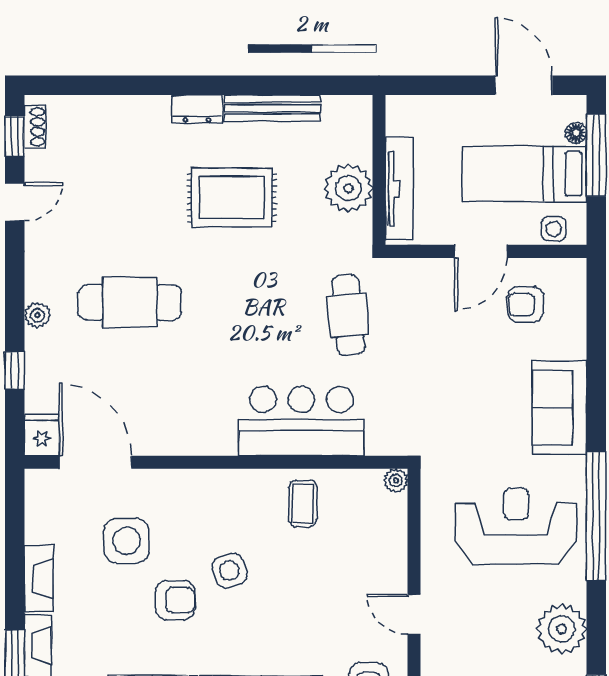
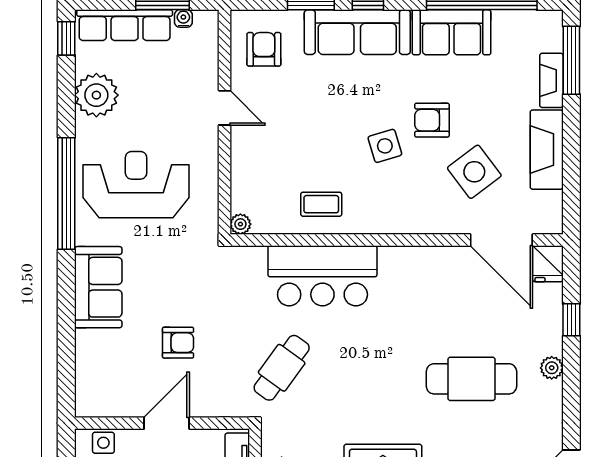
armchair: (526, 304) -> (178, 343), moved
cafe table: (348, 315) -> (282, 368), turned 41
coffee table: (303, 503) -> (321, 204), turned 90
reception desk: (516, 526) -> (136, 185), turned 180
side table: (127, 541) -> (474, 172), turned -37
fireplace: (39, 579) -> (547, 150), width x1.37, depth x1.32

